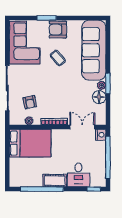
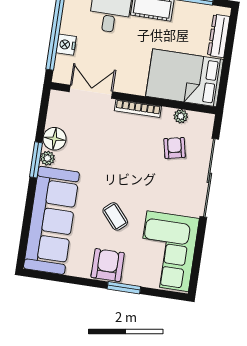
armchair: (58, 29) -> (108, 265), turned -90
double door: (82, 127) -> (91, 92), swing flipped
nightstand: (101, 135) -> (66, 45), moved
dresser: (14, 170) -> (219, 36), added

